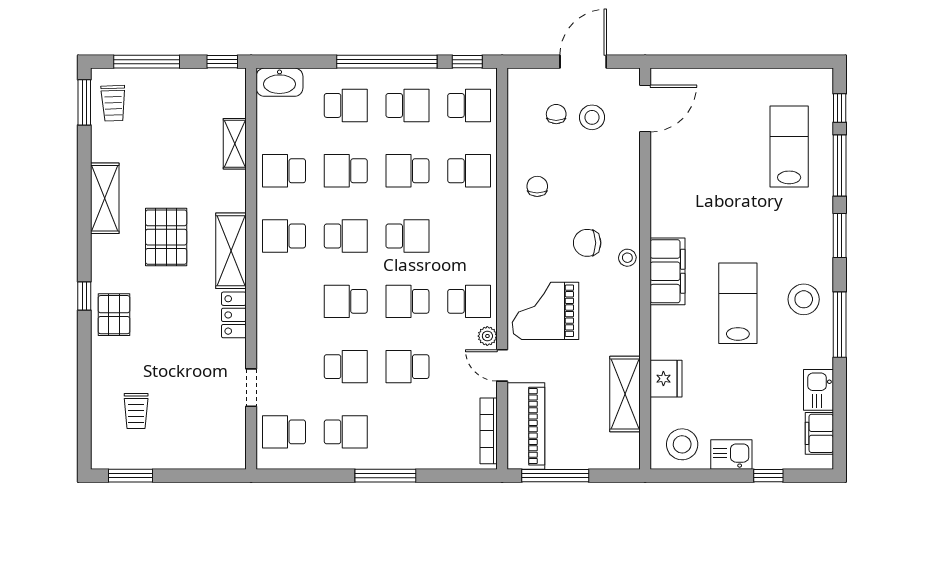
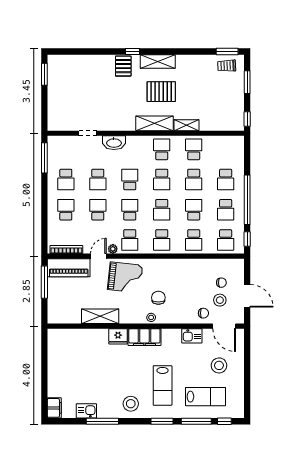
window: (147, 62) -> (247, 82), width x0.69
washbasin: (279, 82) -> (114, 143), moved, turned -90
shelving: (235, 144) -> (186, 125), moved
school desk: (346, 171) -> (194, 180), turned 180
chair: (537, 186) -> (203, 313), moved
shelving: (105, 198) -> (158, 62), moved
school desk: (469, 236) -> (162, 240), added
lab bench: (738, 303) -> (163, 385), moved, turned 90
grand piano: (546, 311) -> (125, 277), turned 96
pallet: (114, 315) -> (123, 66), turned 90
locker: (234, 315) -> (123, 125), removed
window: (840, 325) -> (102, 421), moved
fridge: (666, 379) -> (118, 336), moved
shelving: (625, 394) -> (100, 316), moved
trolley: (136, 411) -> (76, 77), removed
school desk: (284, 432) -> (66, 210), moved
filing cabinet: (819, 433) -> (54, 408), moved, turned 90
stool: (682, 444) -> (219, 365), moved
kitchen sink: (731, 455) -> (192, 336), moved, turned 90
window: (385, 476) -> (44, 158), moved
window: (768, 476) -> (44, 386), removed

